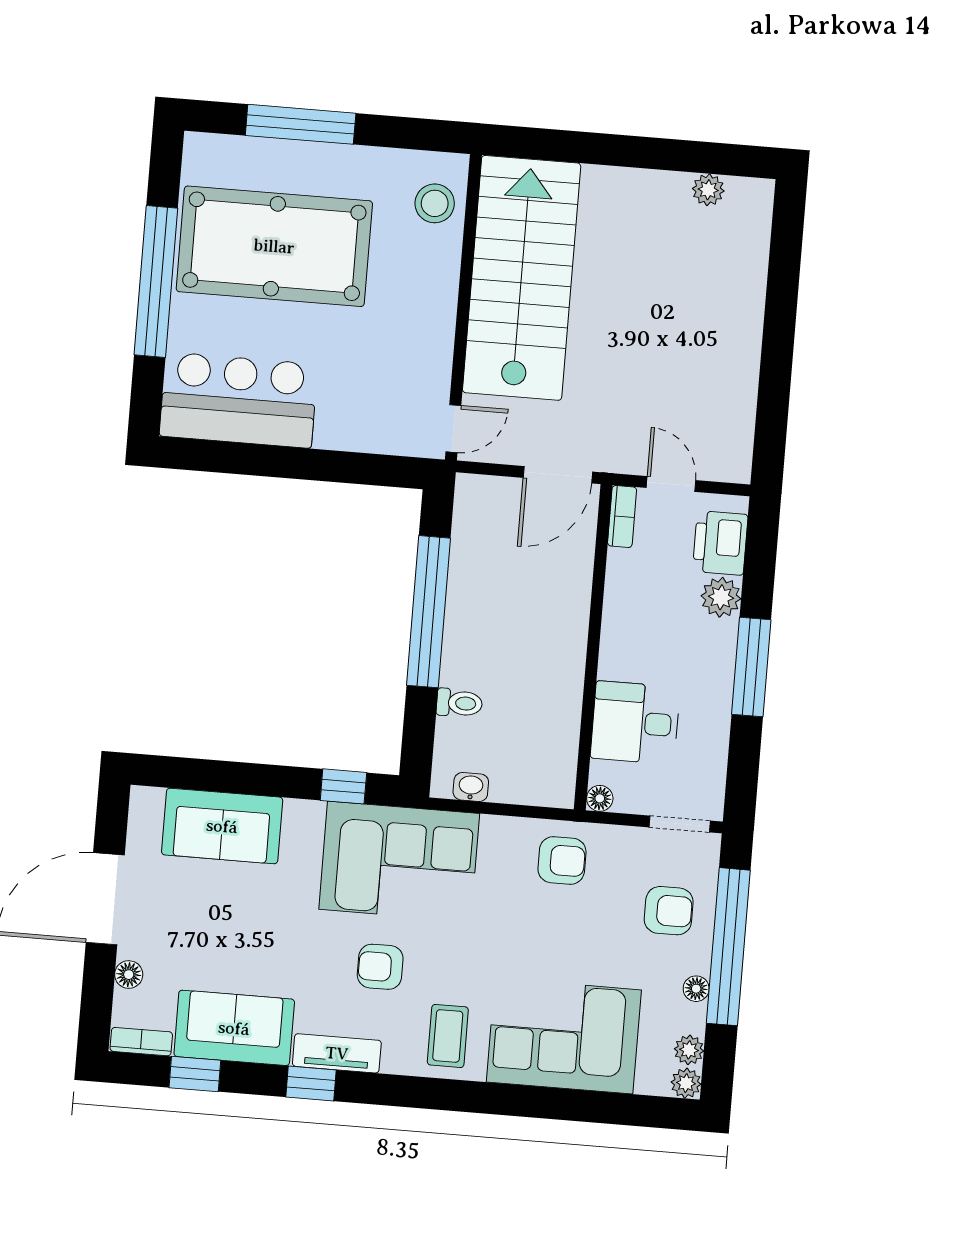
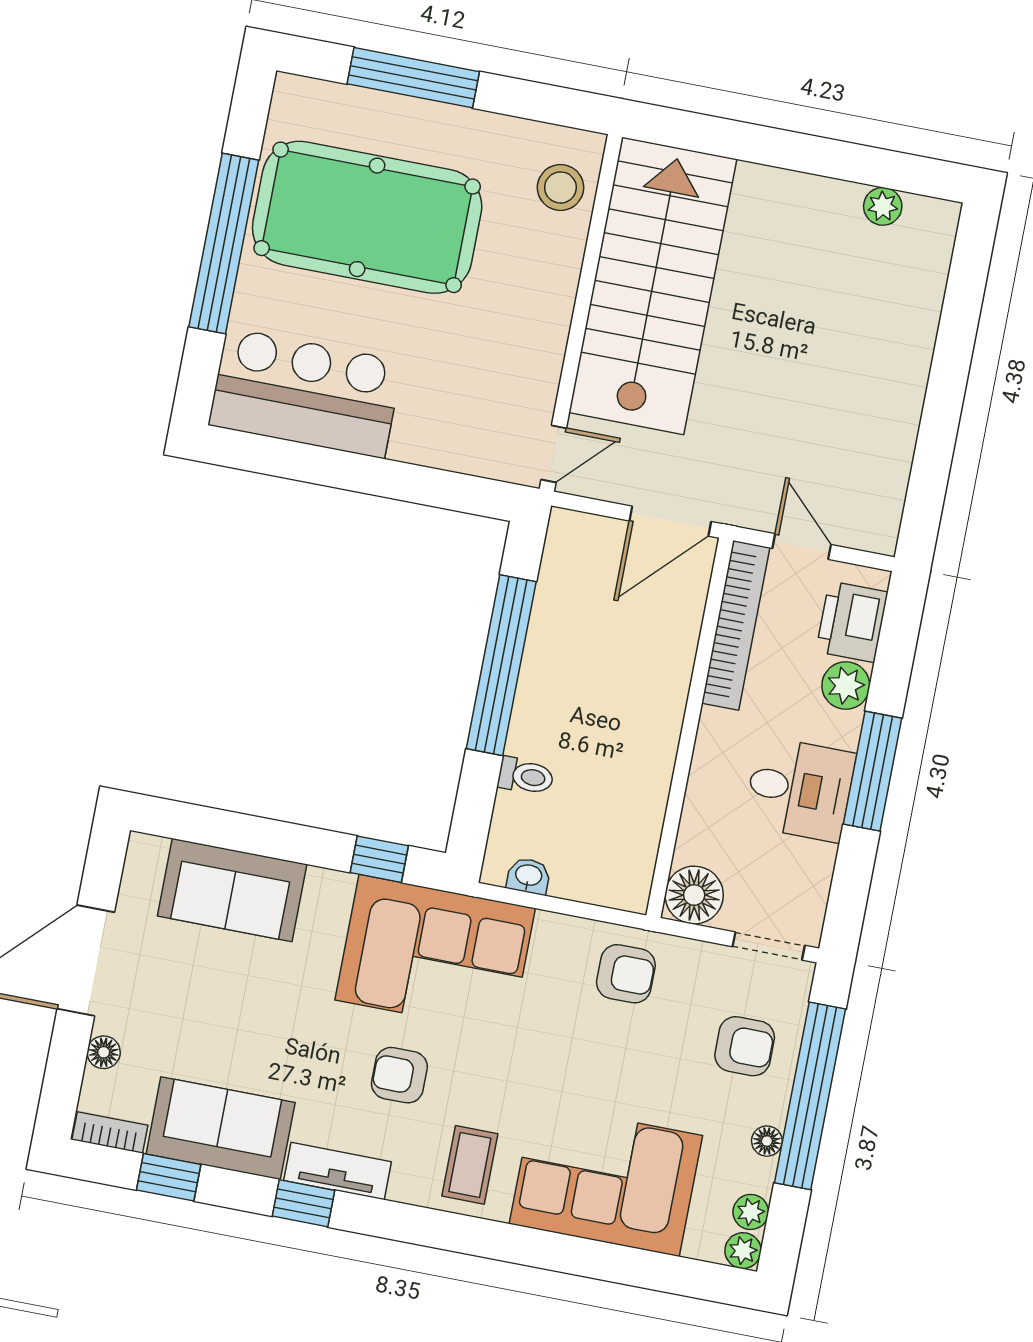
bookcase: (622, 517) -> (736, 625), width x2.31, depth x1.31
desk: (635, 723) -> (800, 789), moved, turned 180
floor lamp: (600, 798) -> (694, 895), width x1.89, depth x1.89

